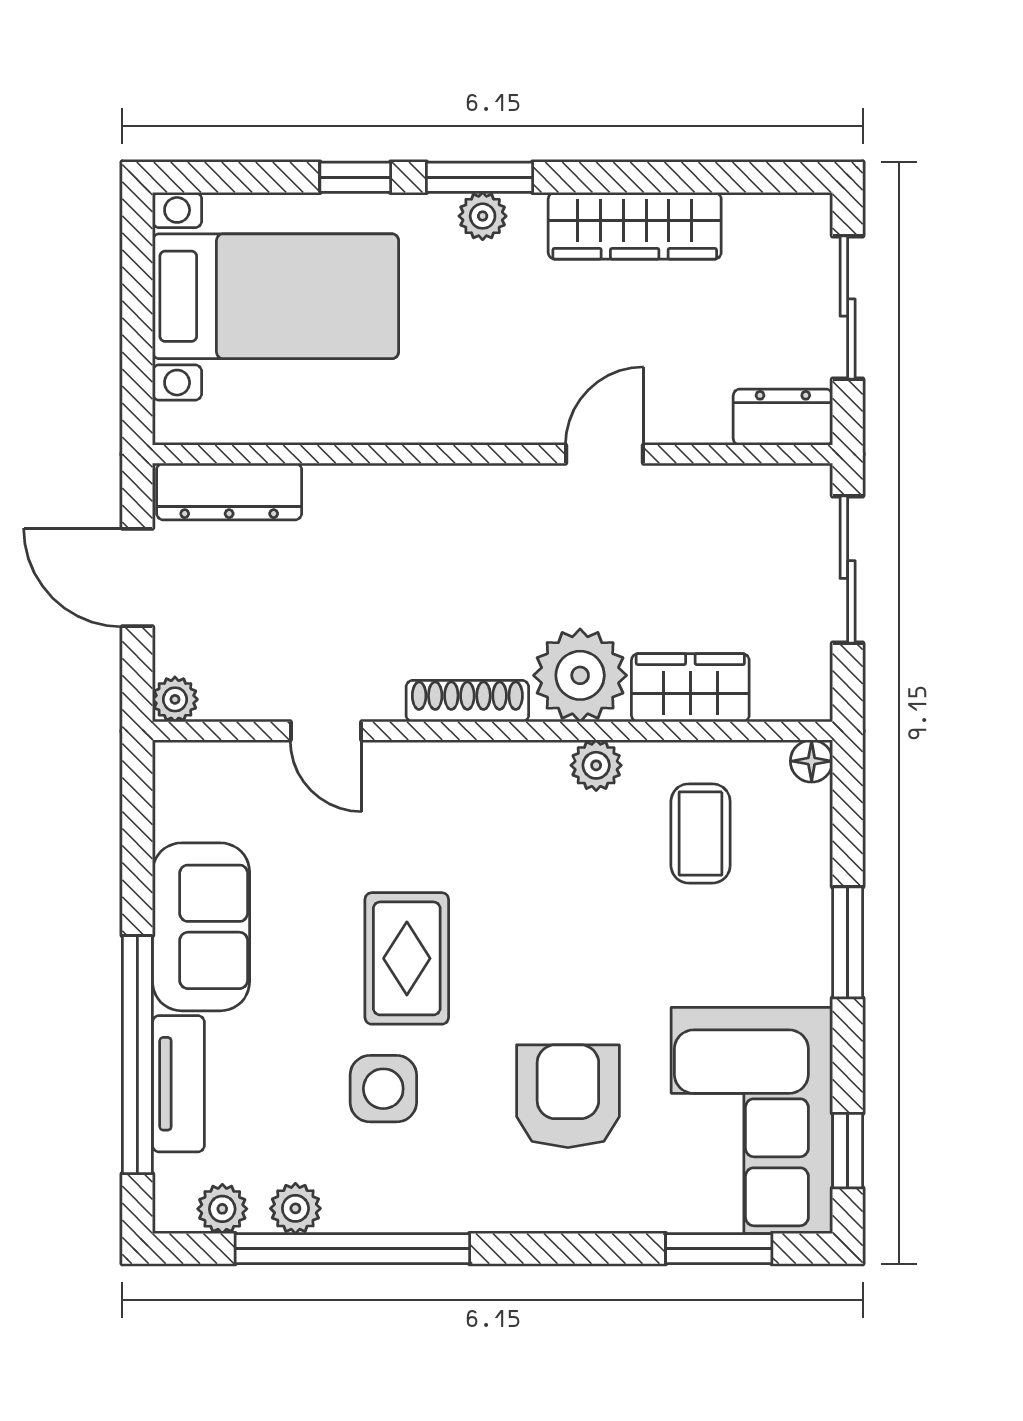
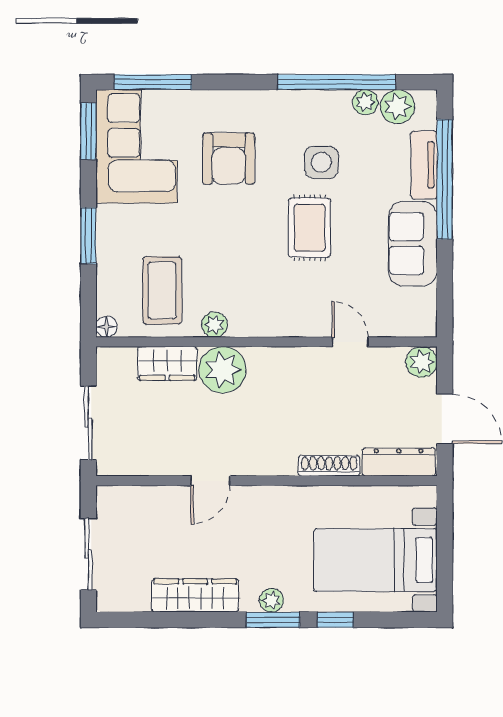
dresser: (783, 417) -> (121, 499), removed
plant: (175, 699) -> (422, 362), width x1.38, depth x1.38
shoe rack: (467, 701) -> (329, 466), moved, turned 180
coffee table: (701, 833) -> (162, 290), width x1.36, depth x1.30
window: (848, 1151) -> (88, 131), width x1.50
plant: (222, 1209) -> (397, 107), width x1.38, depth x1.38
window: (719, 1249) -> (153, 82), width x1.44

